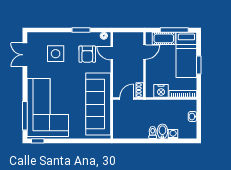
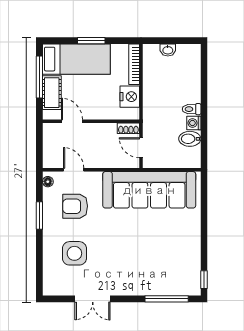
door: (112, 53) -> (74, 170), swing flipped
armchair: (87, 54) -> (75, 206), turned 180
double door: (25, 55) -> (93, 299), moved
corner sofa: (48, 107) -> (154, 265), removed
bidet: (162, 131) -> (190, 139), moved
washing machine: (173, 134) -> (194, 123), moved

